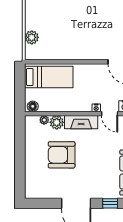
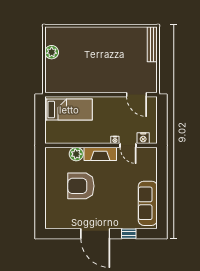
plant: (32, 37) -> (52, 52), moved
floor lamp: (33, 106) -> (53, 138), removed
plant: (44, 120) -> (64, 152), removed

